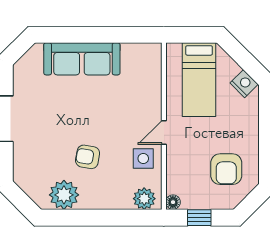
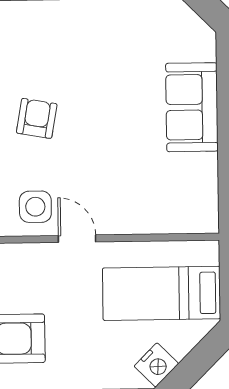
sofa: (82, 59) -> (192, 107), width x0.73

